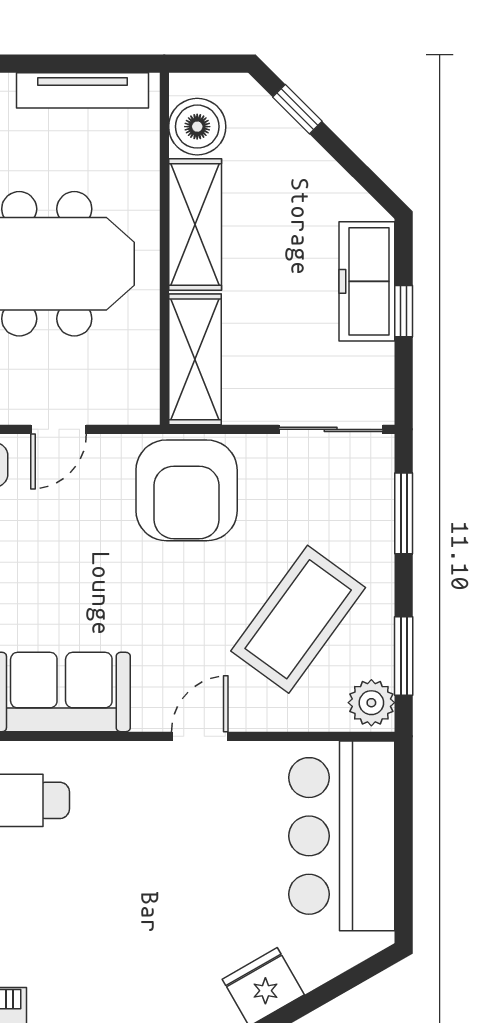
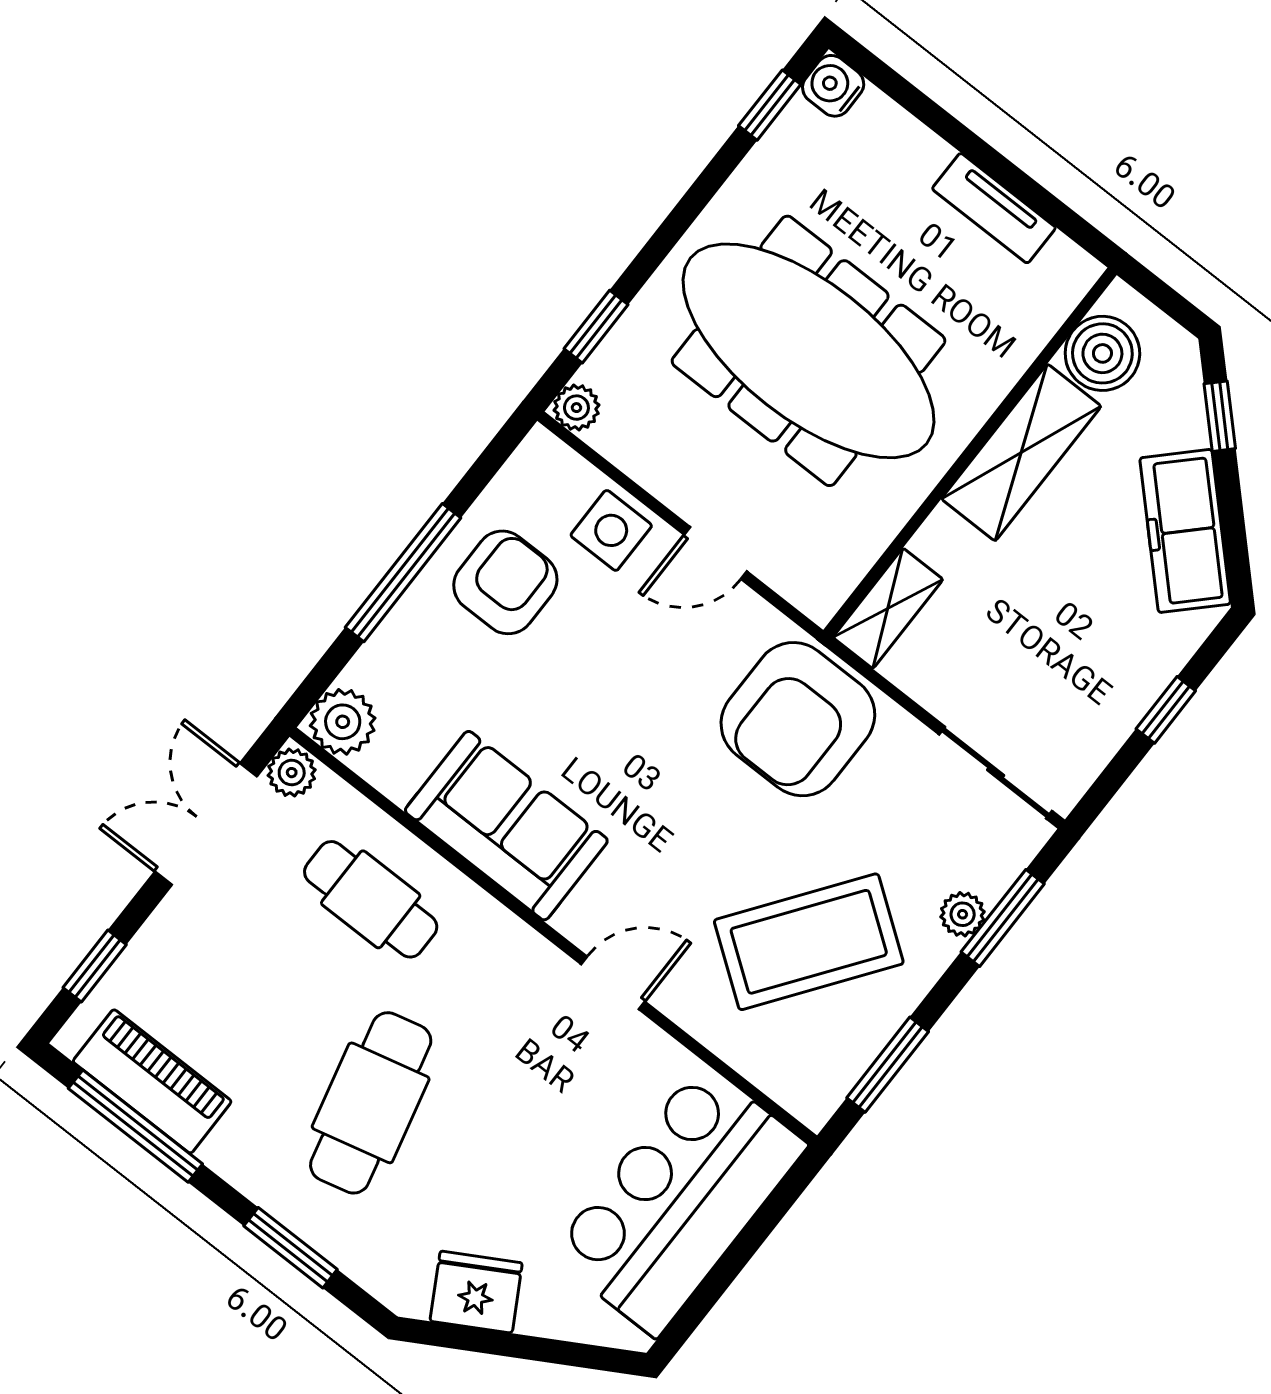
tv unit: (83, 90) -> (994, 208), width x0.71
freezer: (367, 281) -> (1185, 531), moved, turned -45
shelving: (195, 359) -> (888, 608), width x0.67, depth x0.75
plant: (371, 703) -> (963, 914), moved, width x0.73, depth x0.73
cafe table: (111, 923) -> (371, 1103), added

